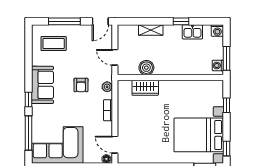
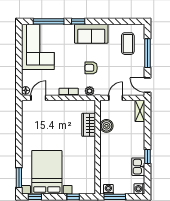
shelving: (151, 30) -> (140, 111), moved

